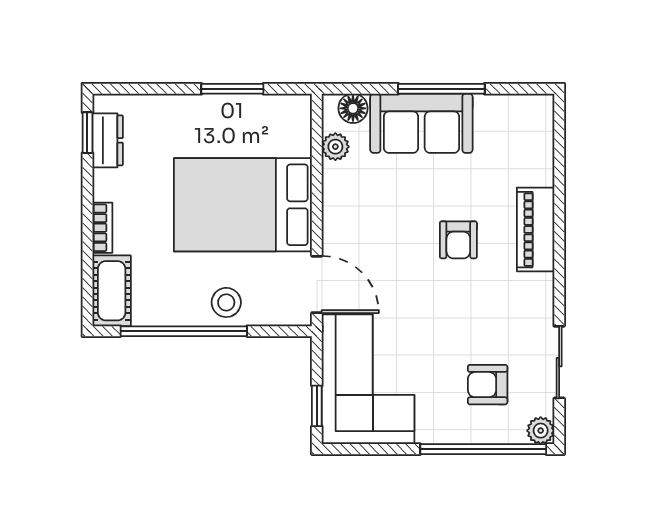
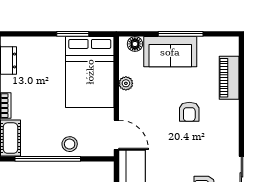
plant: (335, 147) -> (126, 83), moved
bed: (243, 205) -> (90, 72), moved, turned -90
piano: (536, 230) -> (229, 78), moved

